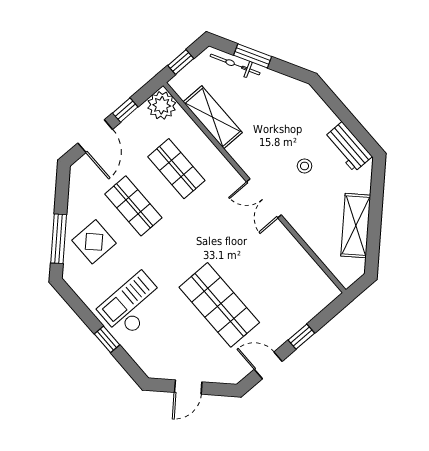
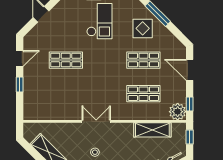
window: (125, 110) -> (190, 104), moved
shop shelf: (219, 305) -> (66, 60), width x0.70, depth x0.74

